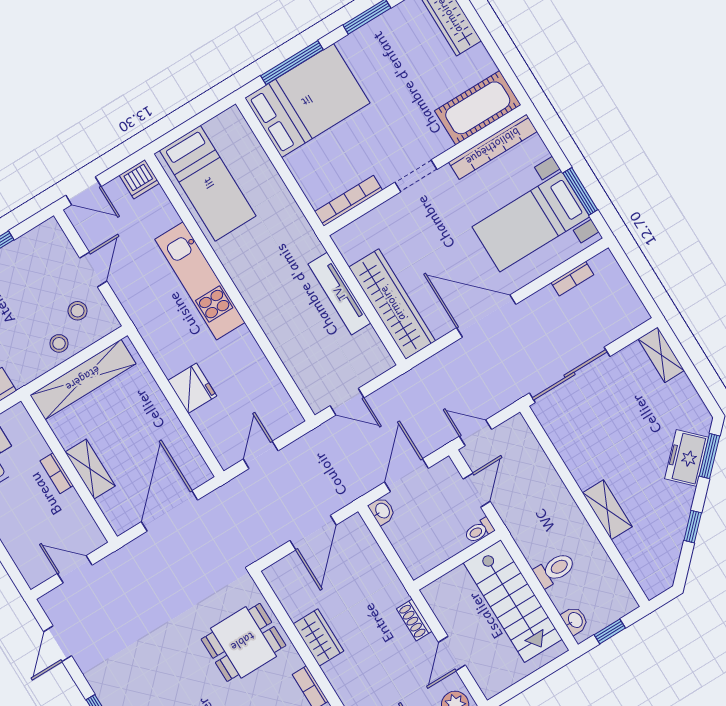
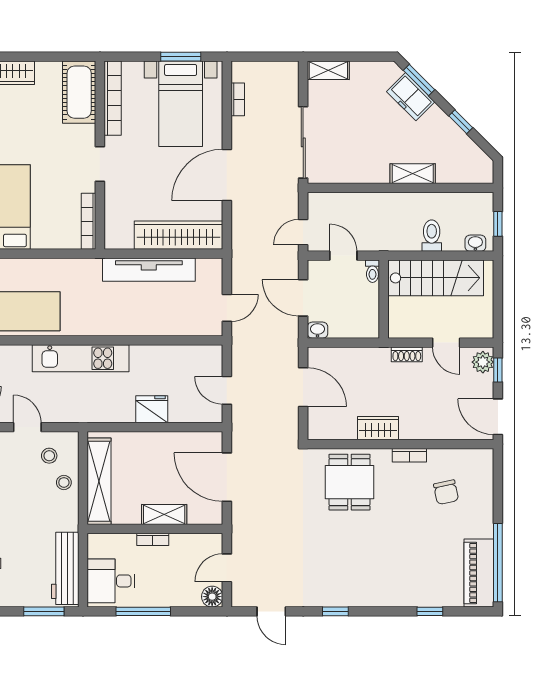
tv unit: (339, 294) -> (149, 270), width x1.36, depth x1.29
floor lamp: (35, 572) -> (212, 597), added

